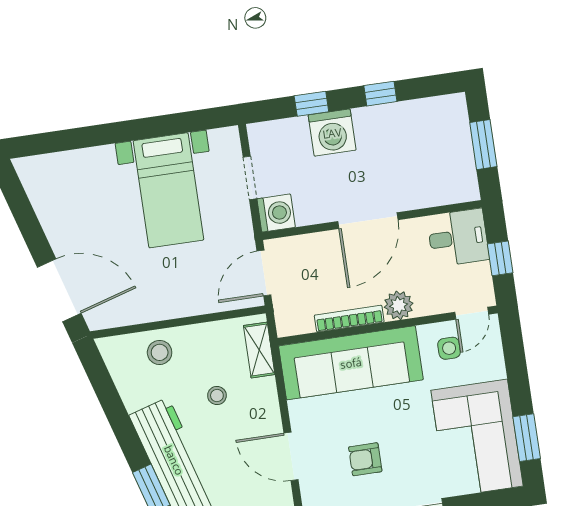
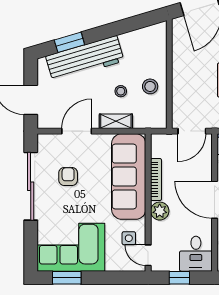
door: (264, 273) -> (192, 131), swing flipped
shelving: (259, 350) -> (116, 121), moved
stool: (160, 352) -> (150, 86), moved

